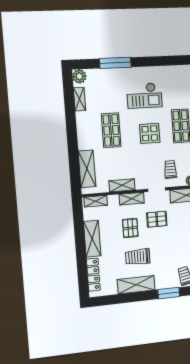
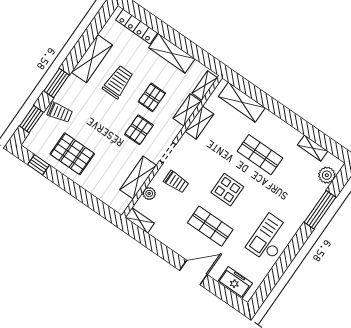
plant: (79, 76) -> (327, 175), moved
checkout: (144, 96) -> (269, 238), moved
shelving: (132, 199) -> (187, 110), moved
pallet: (130, 228) -> (152, 97), turned 90

